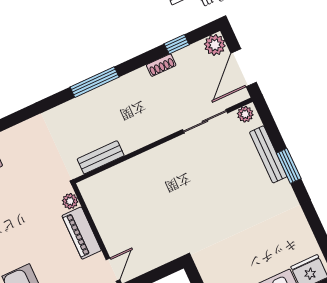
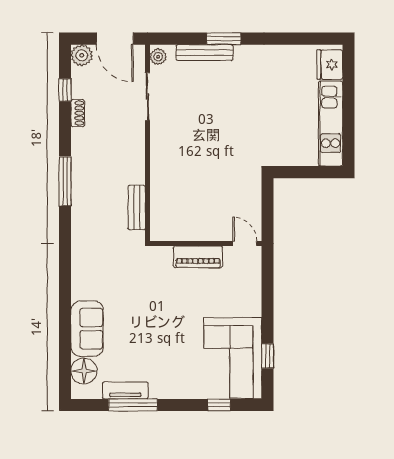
plant: (70, 201) -> (164, 254), removed

